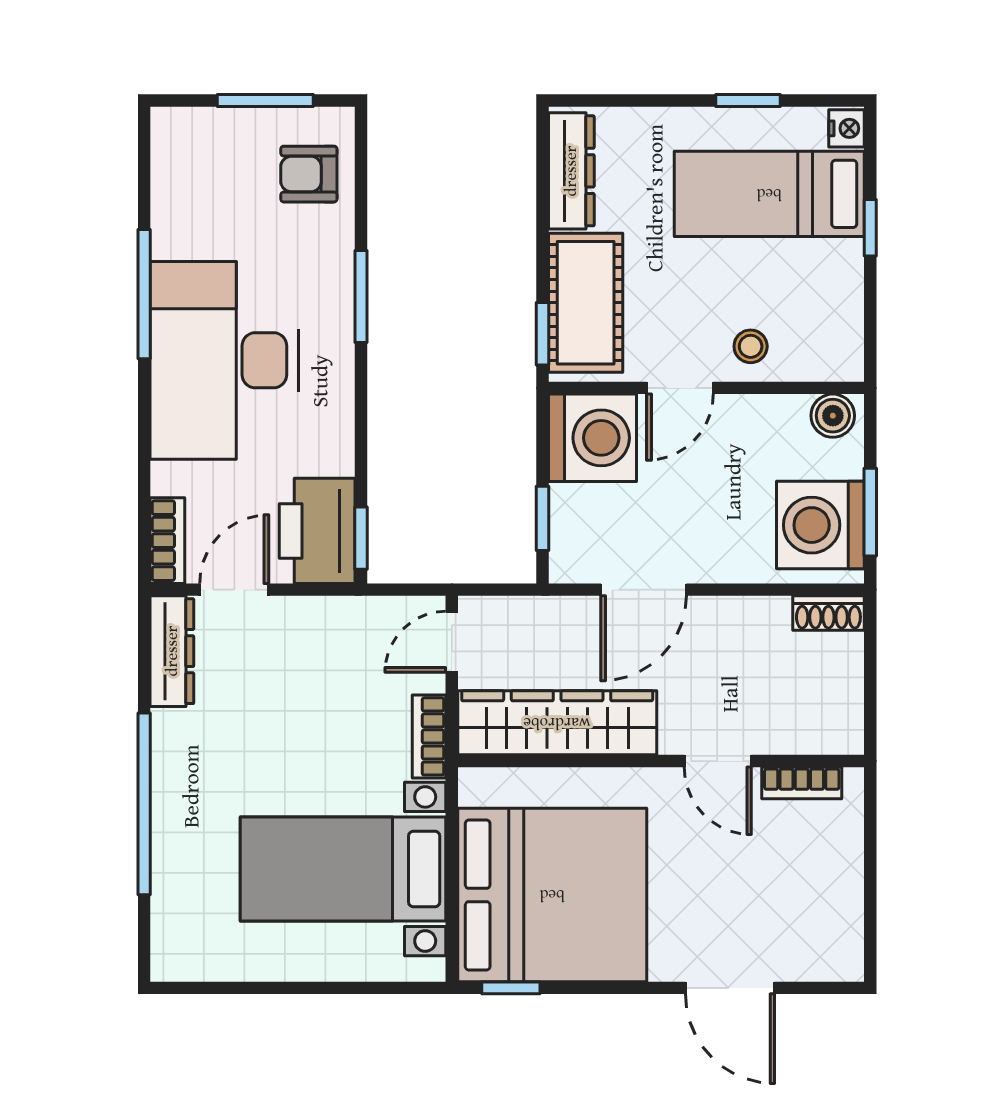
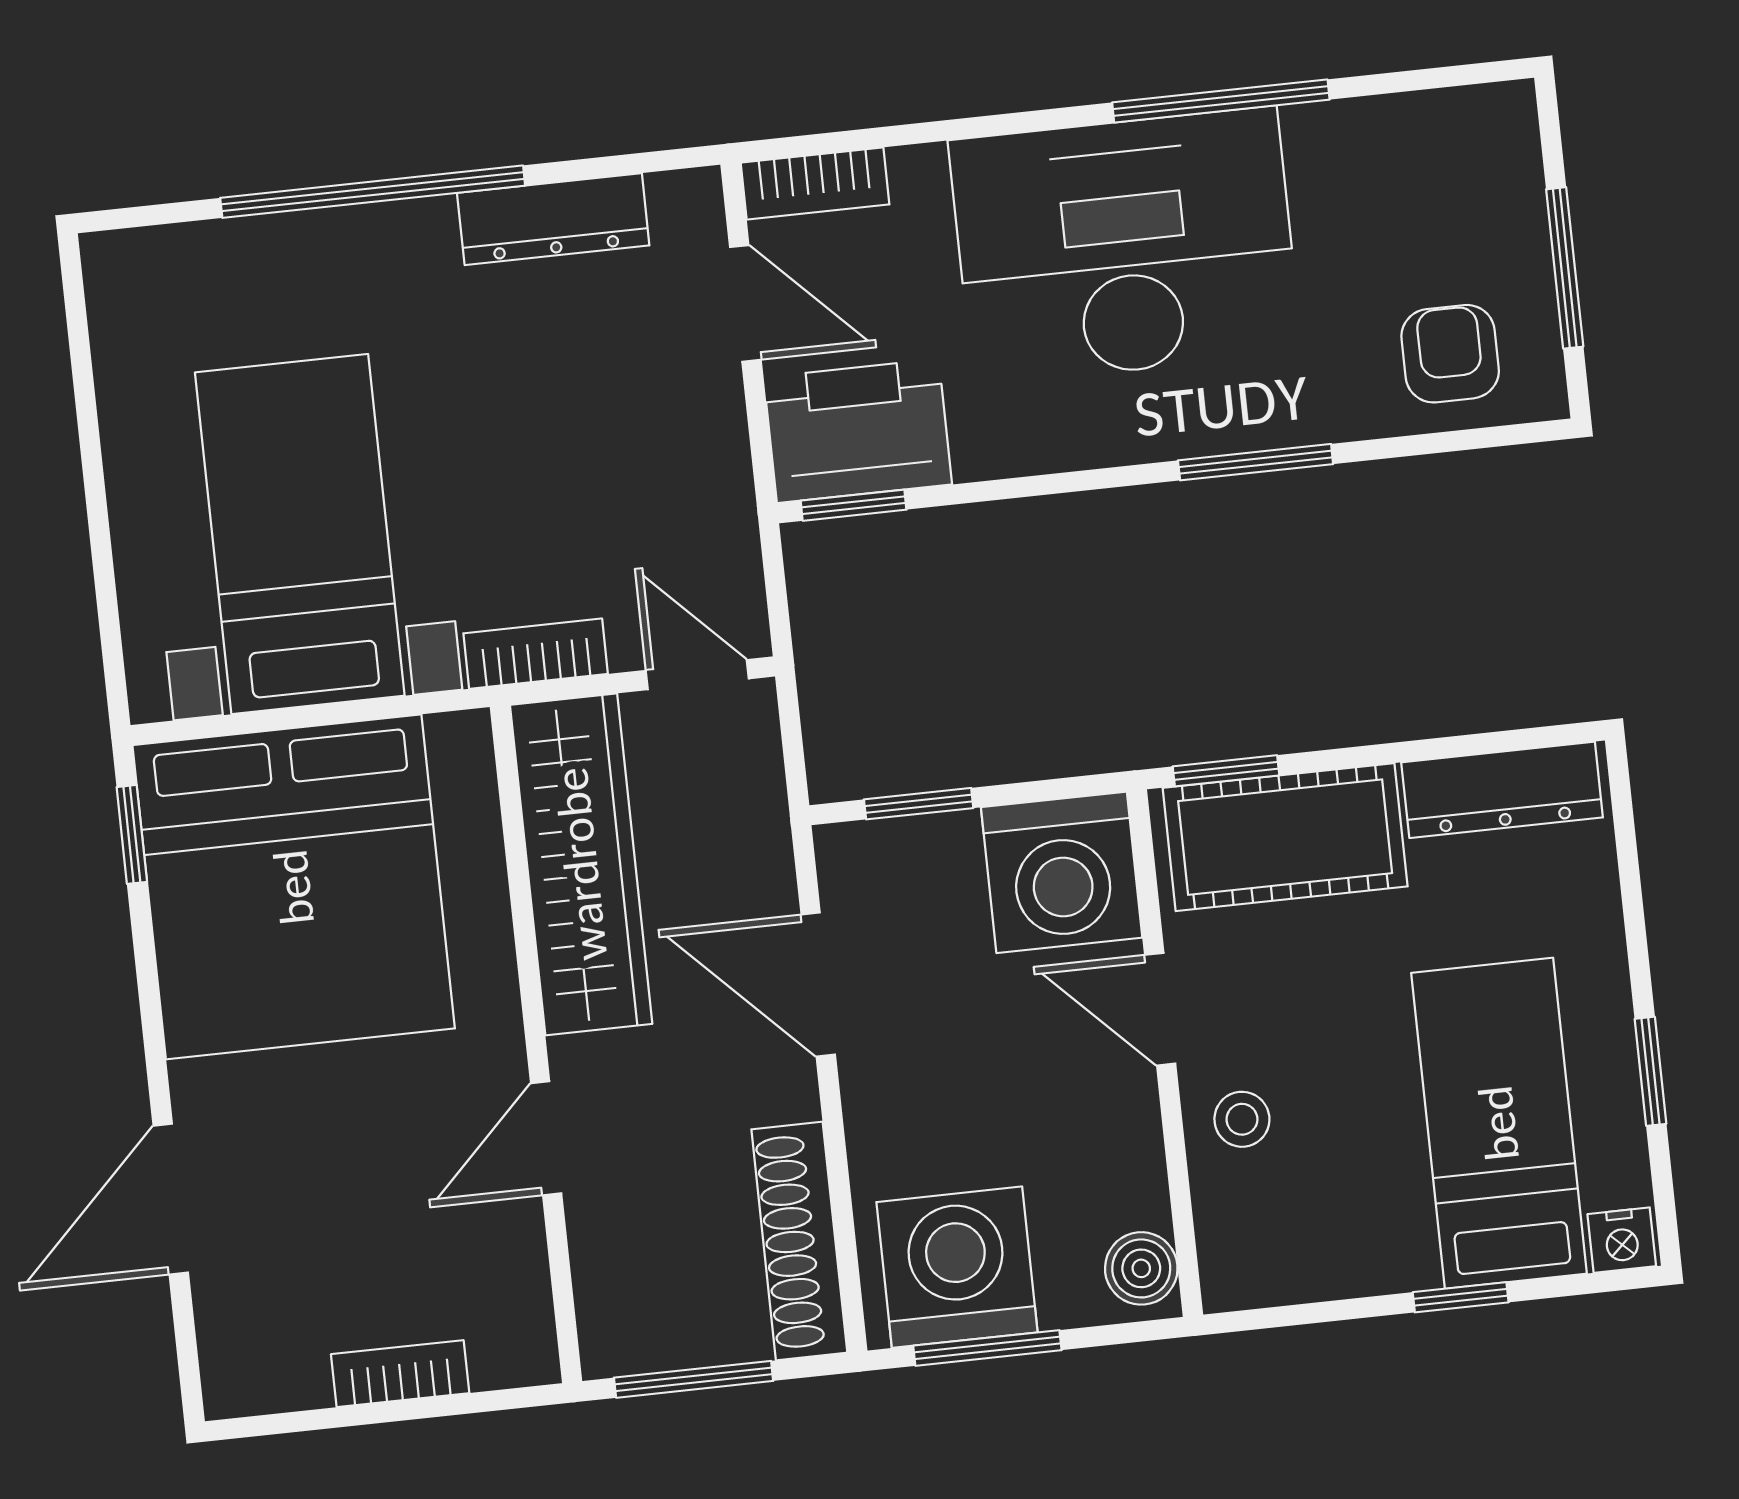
shoe rack: (828, 613) -> (799, 1241), width x1.94, depth x1.24
dresser: (172, 651) -> (553, 219), moved
window: (870, 689) -> (694, 1379), added
bookcase: (802, 783) -> (400, 1374), moved, turned 90

